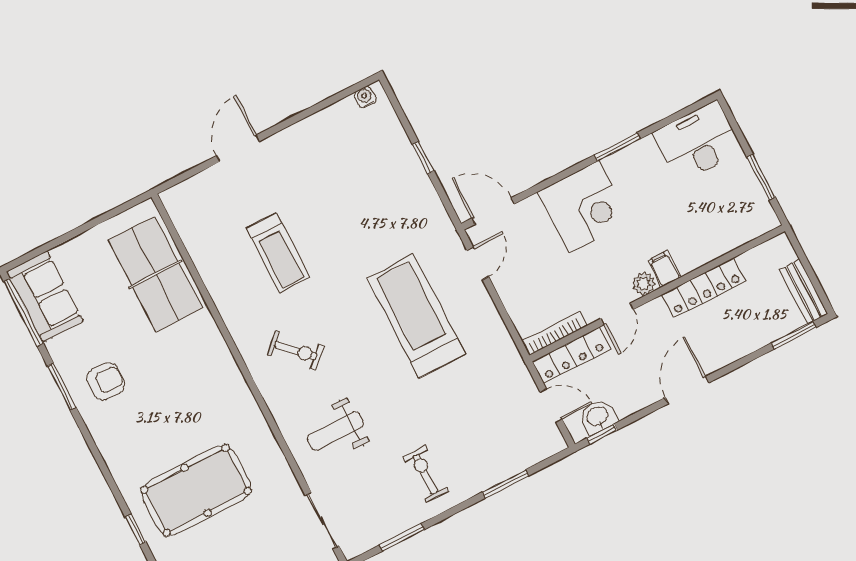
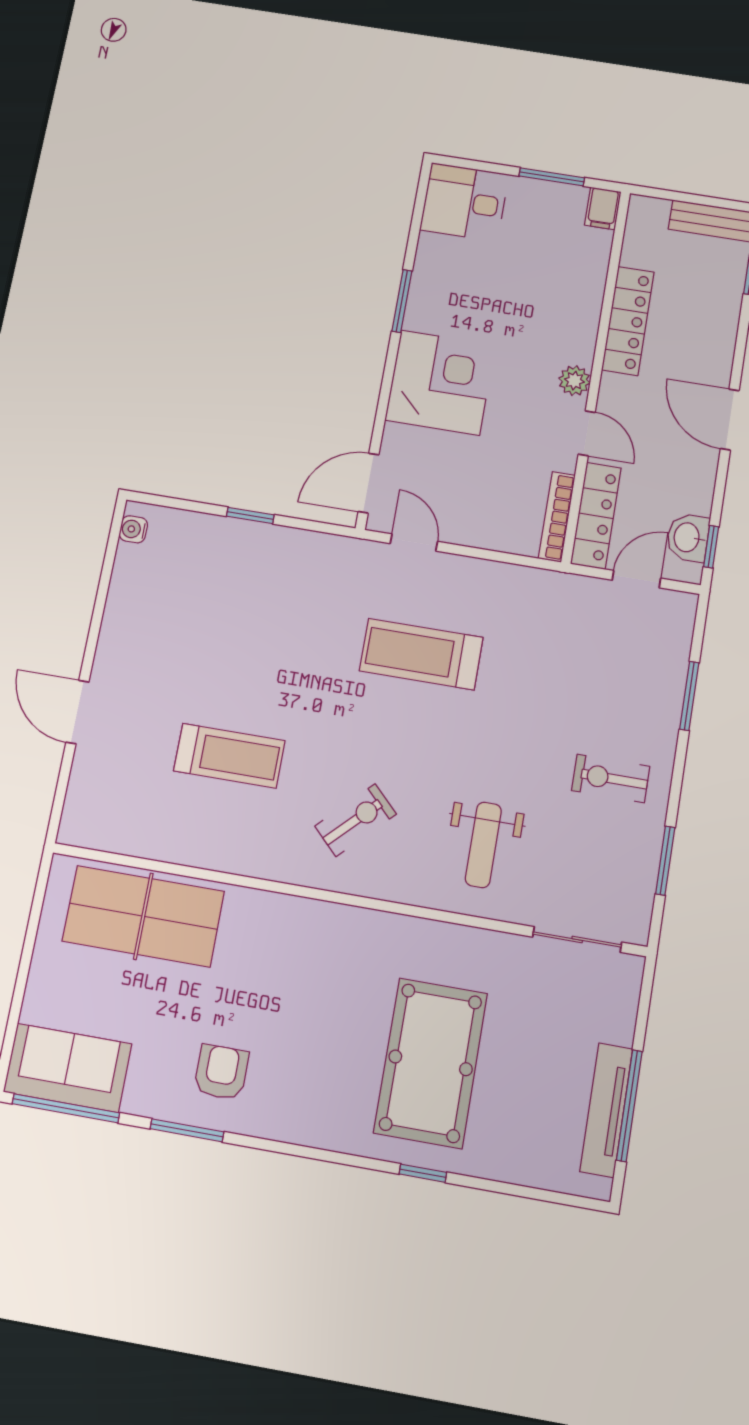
desk: (698, 142) -> (464, 202), width x0.73
filing cabinet: (664, 269) -> (603, 208), moved, turned -90
treadmill: (416, 316) -> (421, 654), width x0.73, depth x0.73

